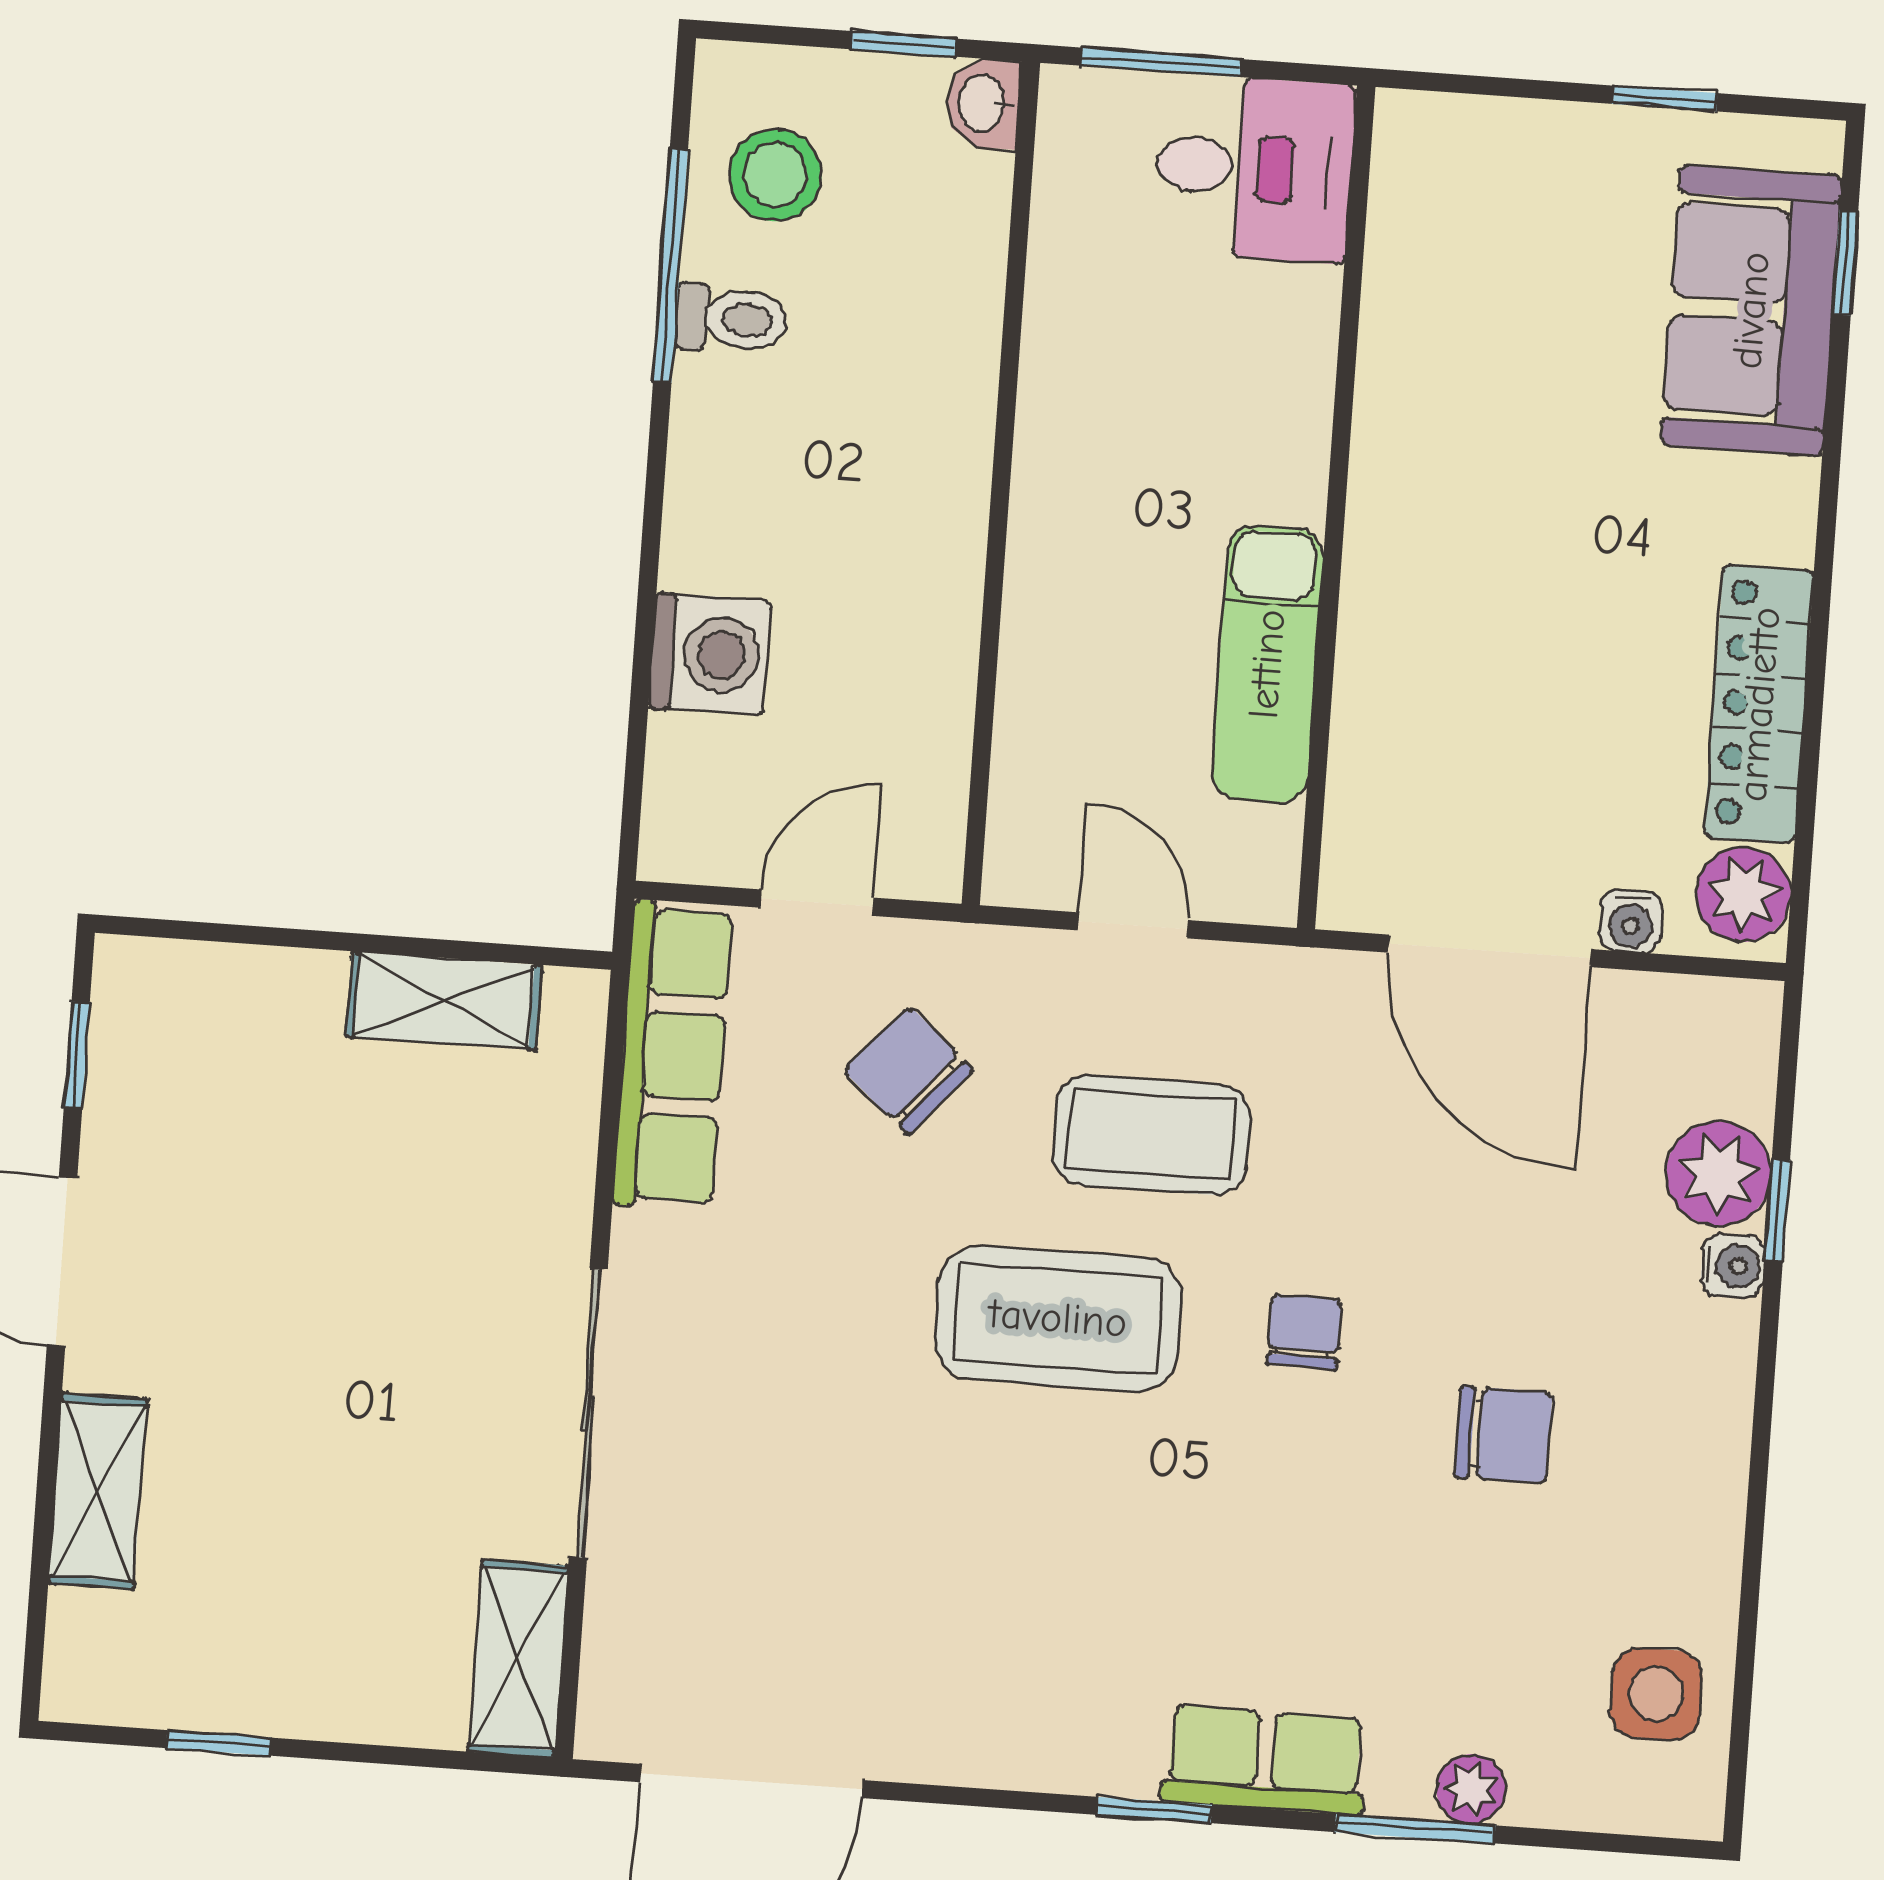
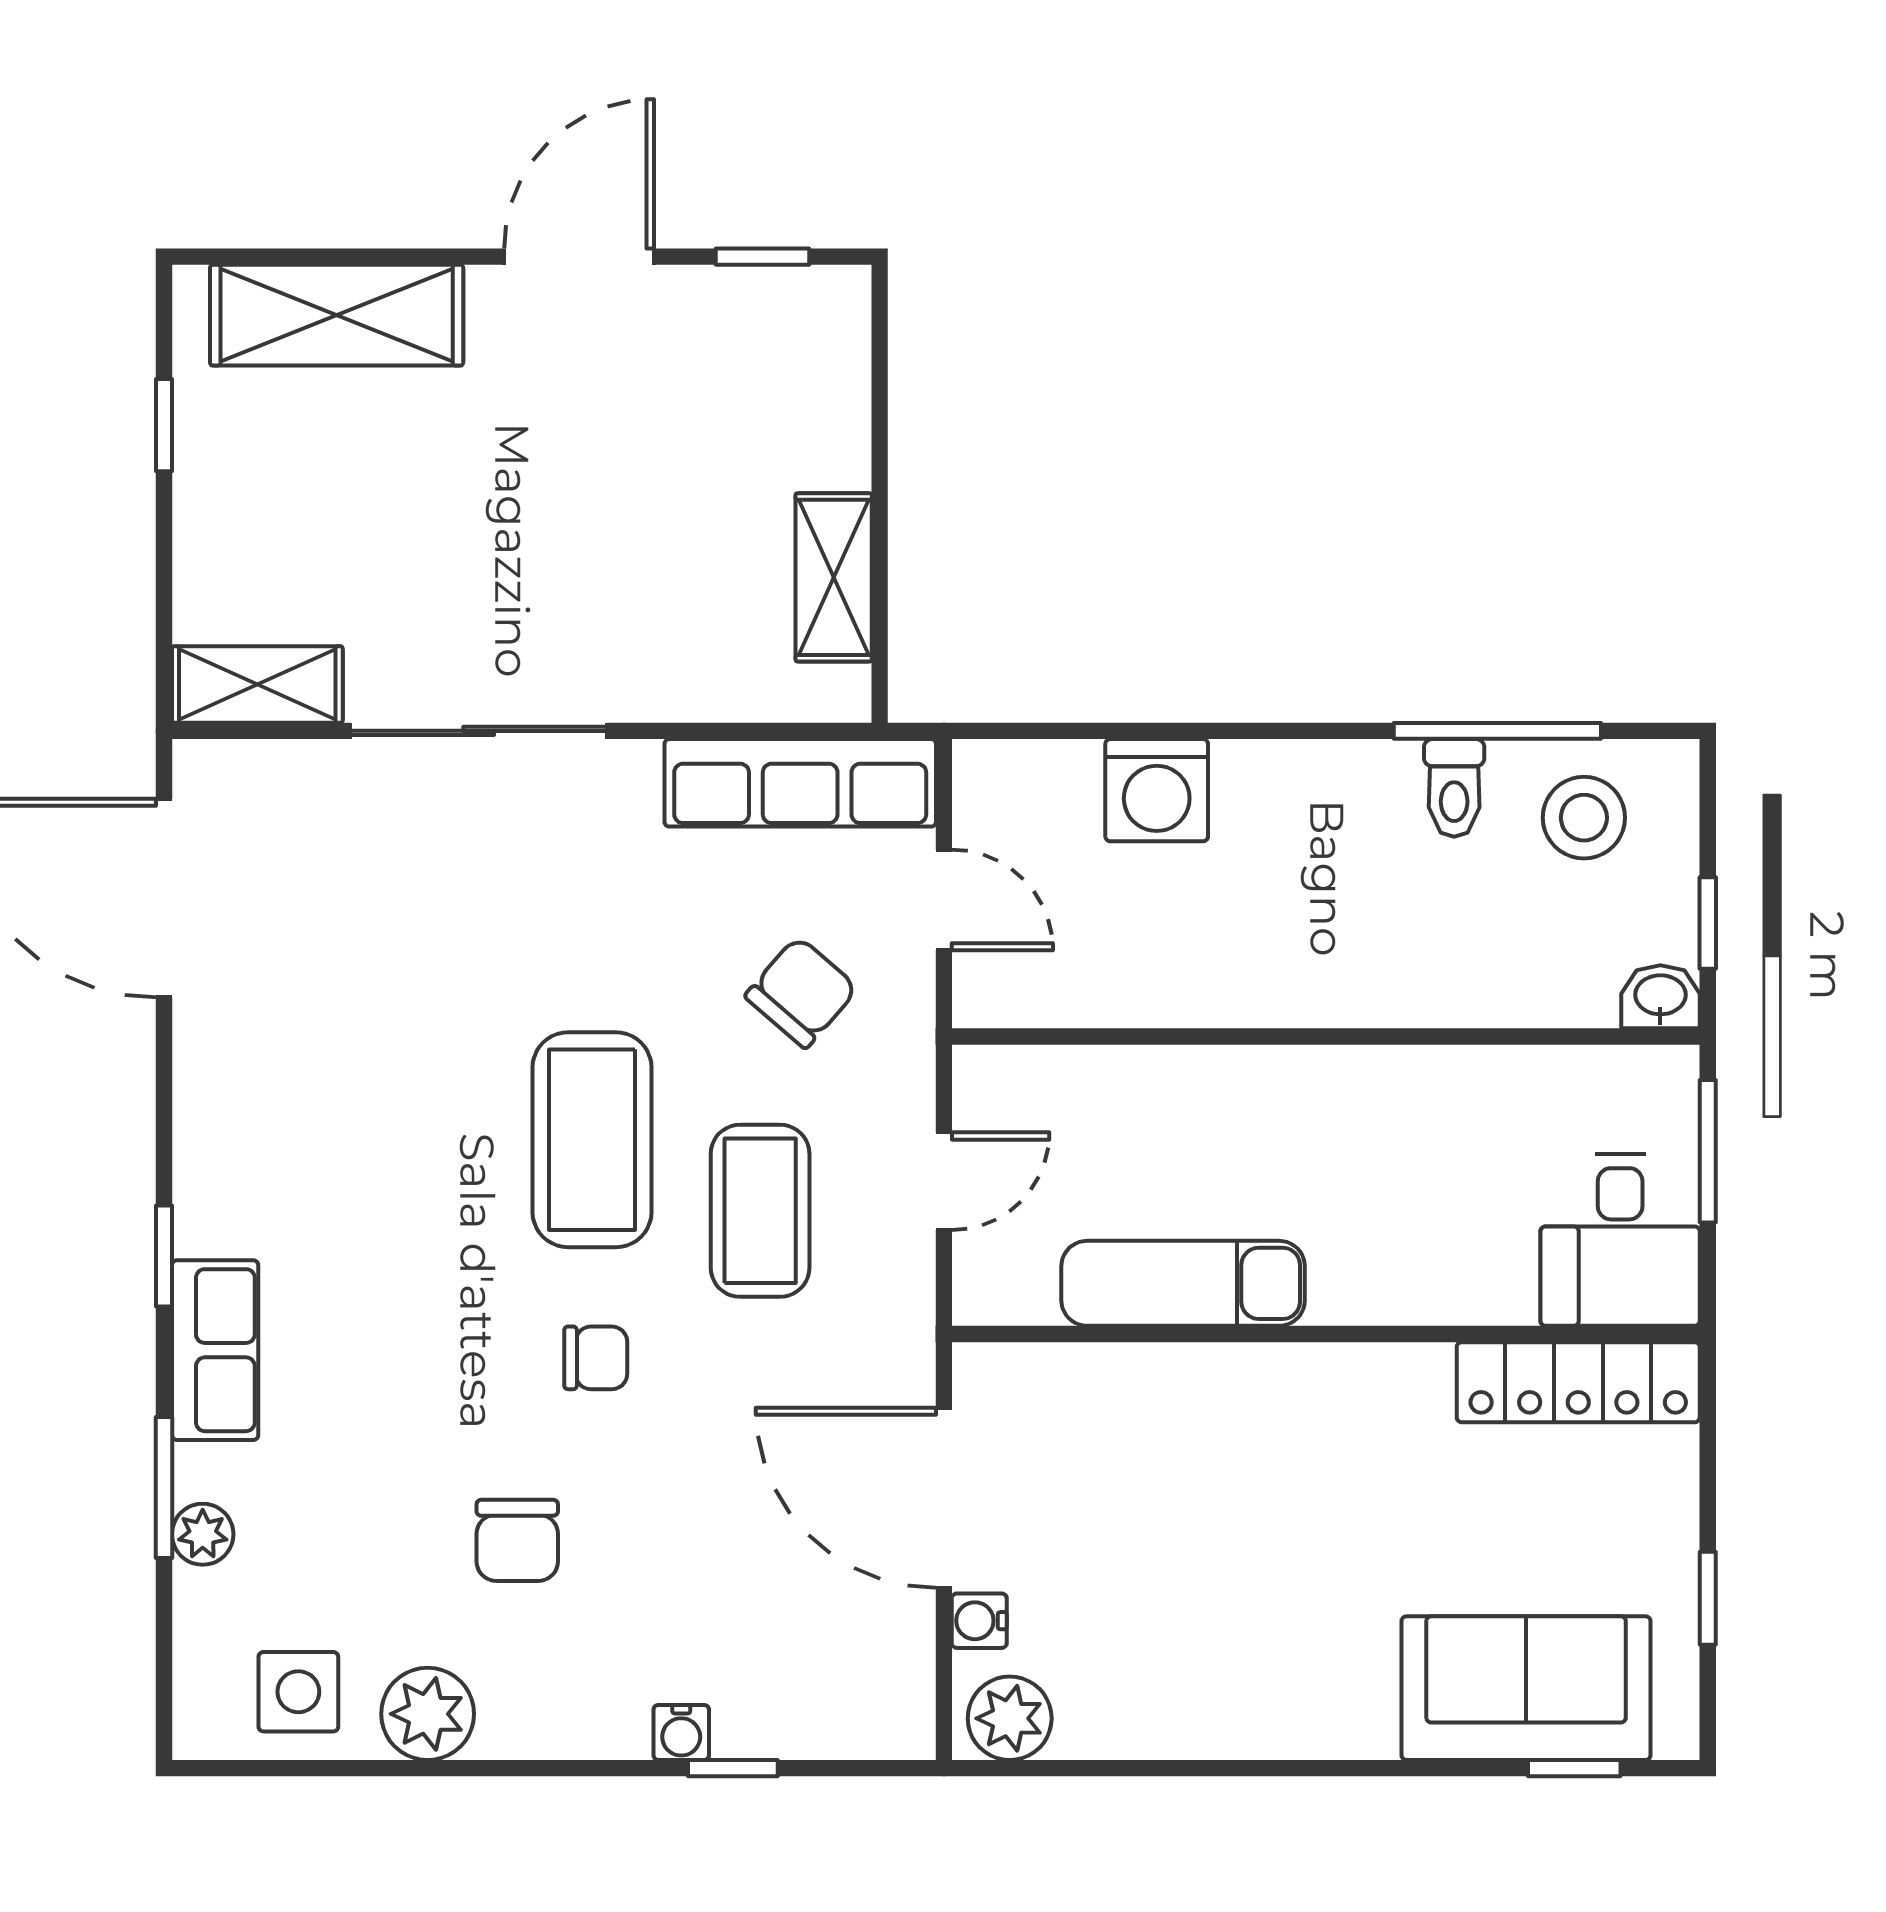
locker: (1759, 704) -> (1578, 1382), moved, turned 180
door: (1490, 951) -> (944, 1498), hinge flipped
plant: (1718, 1174) -> (428, 1714), moved
shelving: (98, 1491) -> (337, 315), width x1.50, depth x1.33

